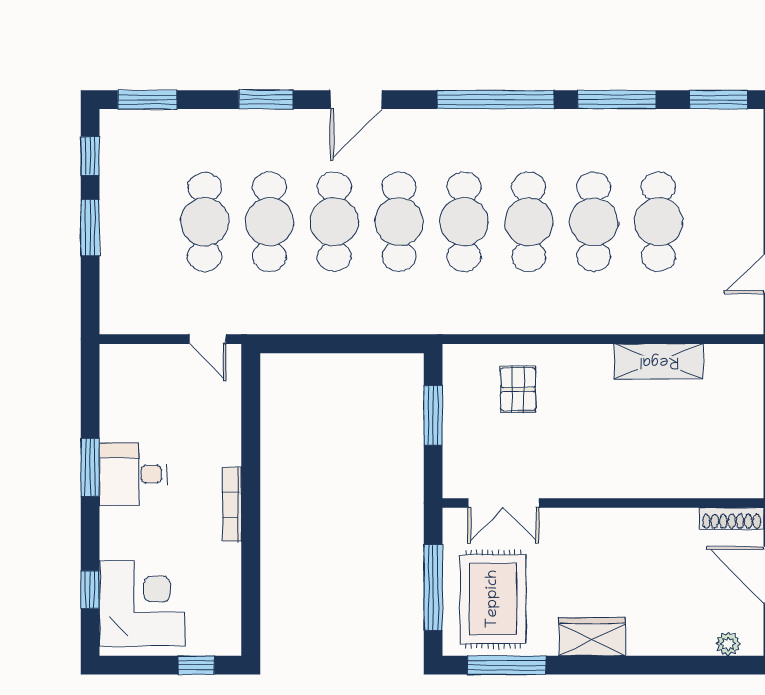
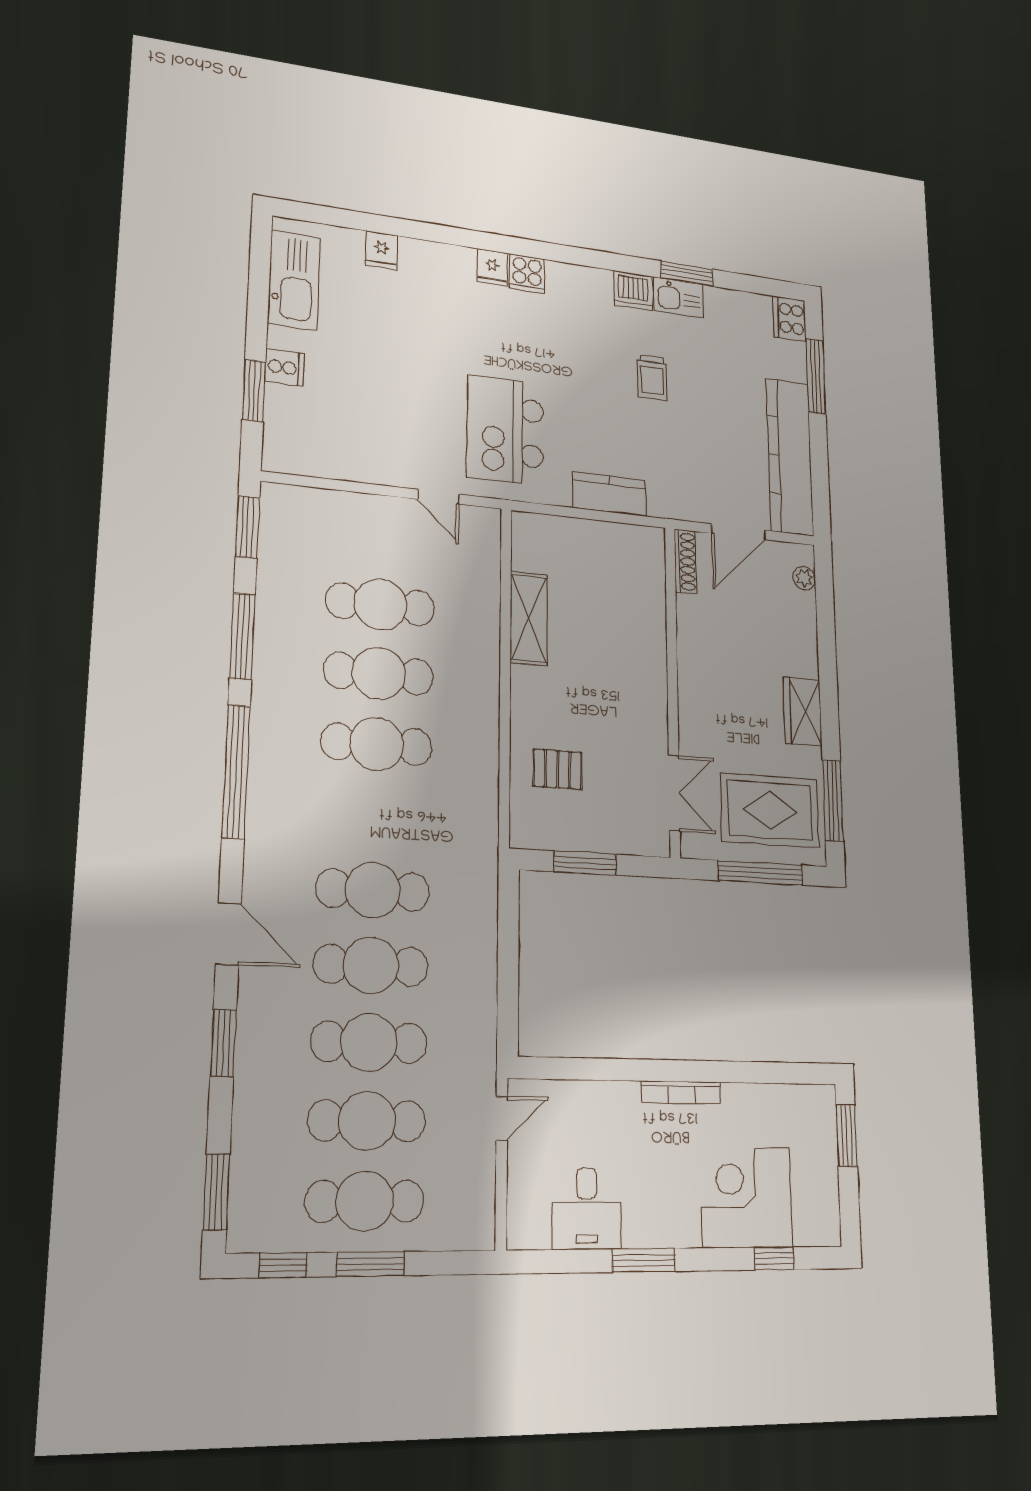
cafe table: (464, 222) -> (365, 1201), moved
desk: (133, 474) -> (587, 1209), moved
corner desk: (142, 604) -> (746, 1197), moved
window: (196, 665) -> (847, 1135), width x1.50

